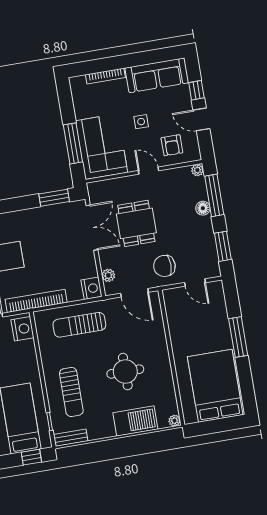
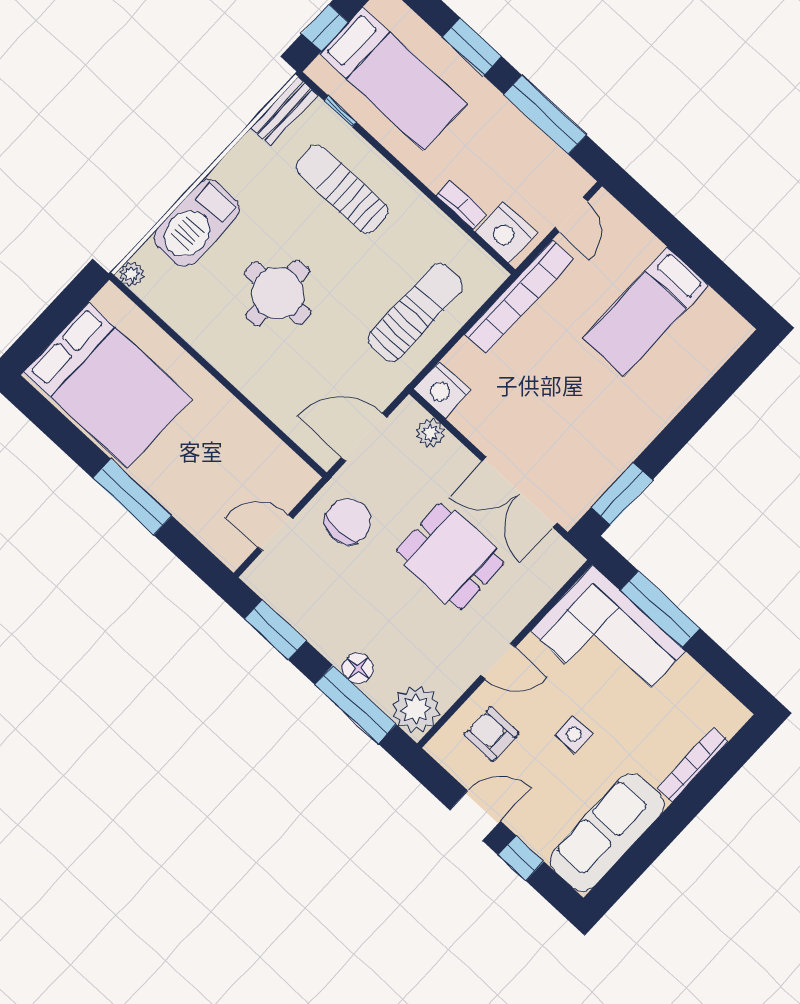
plant: (197, 170) -> (416, 709), width x1.88, depth x1.88
bookcase: (31, 352) -> (461, 205), added

